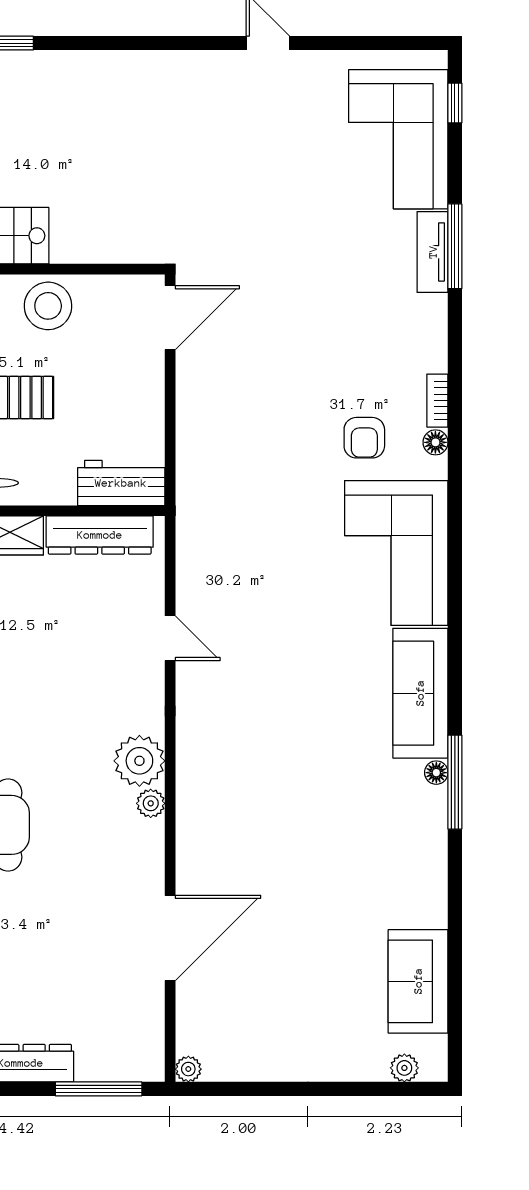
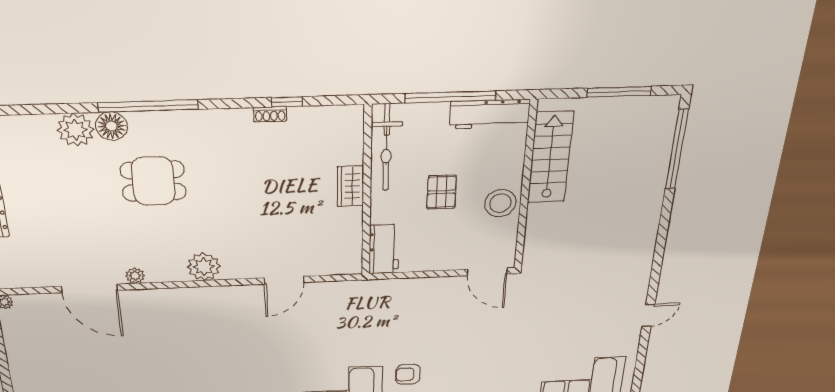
dresser: (100, 535) -> (350, 238), removed
door: (170, 638) -> (284, 280), width x1.38
plant: (151, 803) -> (135, 276), moved

